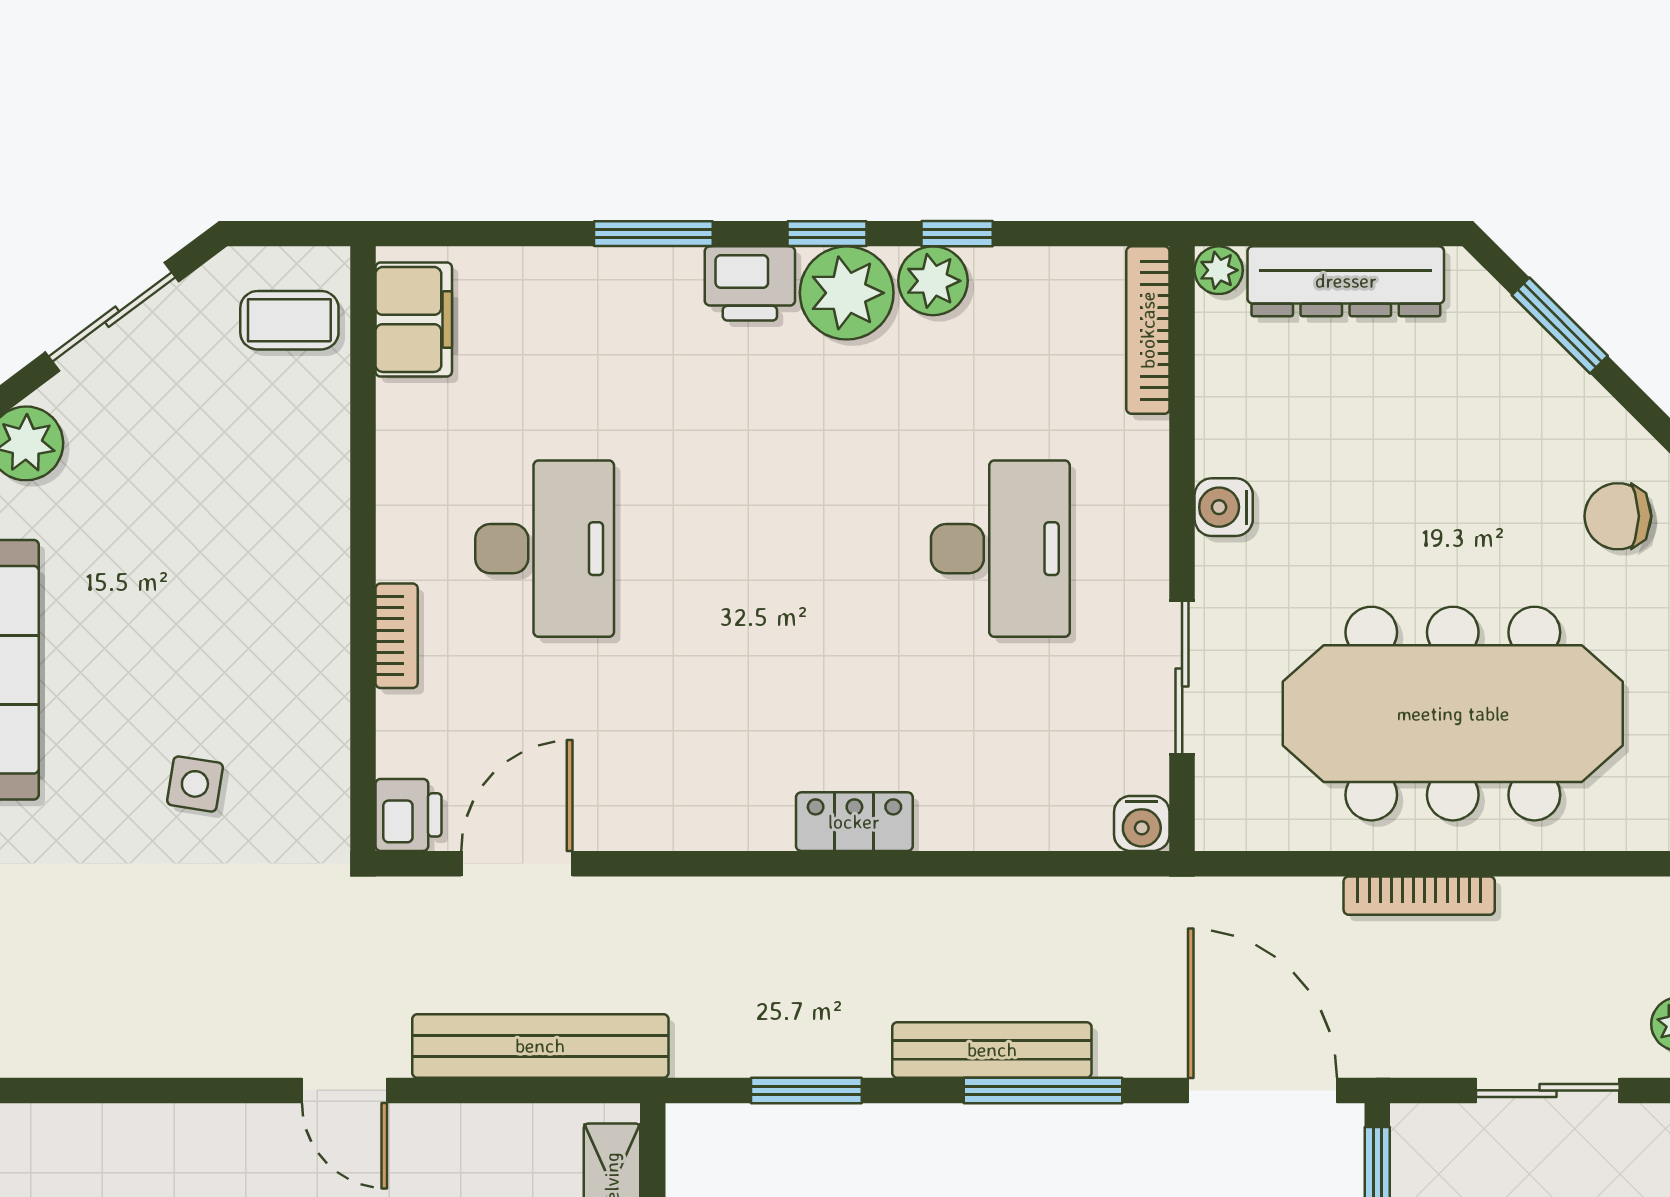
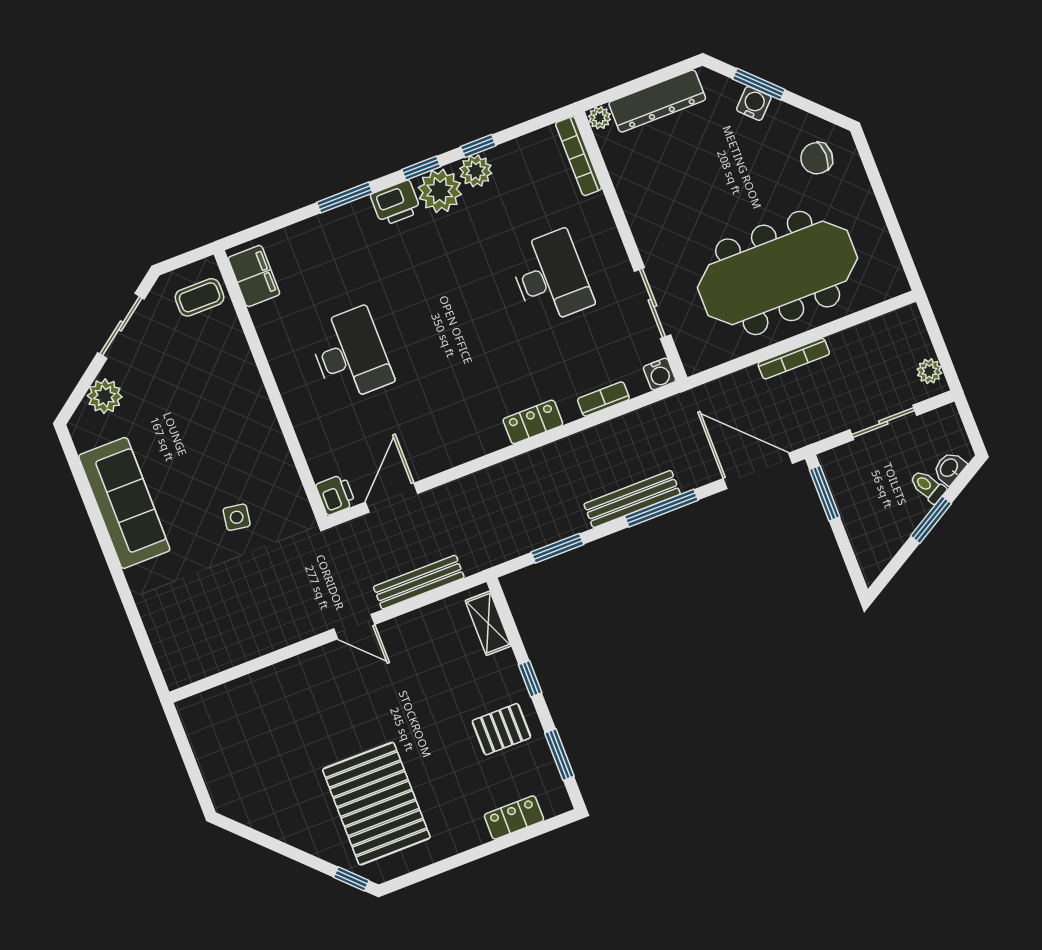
water cooler: (1224, 507) -> (754, 103), moved, turned 135
bookcase: (397, 636) -> (603, 399), moved, turned -90
bench: (540, 1046) -> (419, 582), width x0.73, depth x0.82

